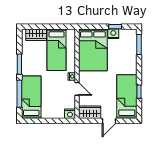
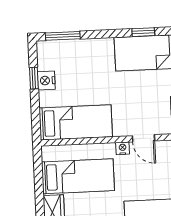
bed: (93, 50) -> (76, 122), width x0.67
door: (77, 89) -> (144, 138), swing flipped

